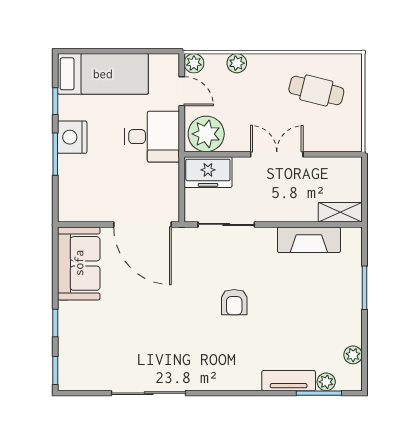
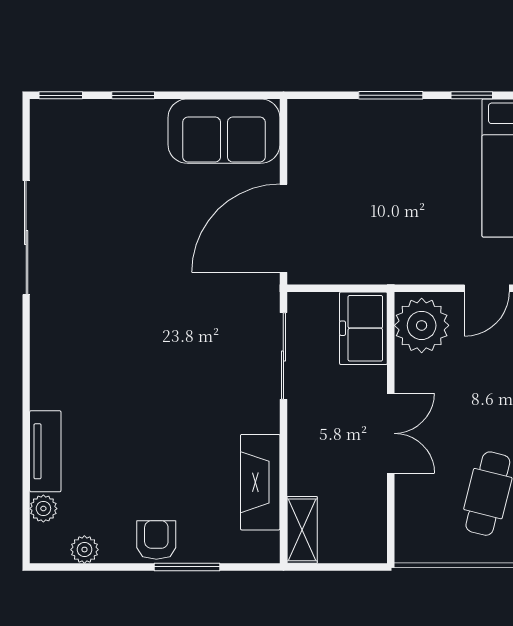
nightstand: (72, 137) -> (417, 121), removed
desk: (152, 137) -> (417, 243), removed
armchair: (234, 302) -> (156, 540), moved, turned 90
window: (319, 393) -> (26, 498), removed

